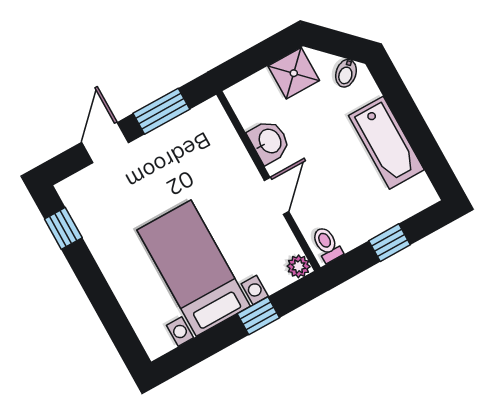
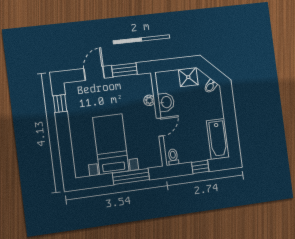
bathtub: (386, 143) -> (218, 139), moved
plant: (299, 266) -> (149, 100), moved
window: (258, 316) -> (131, 176), width x2.17

